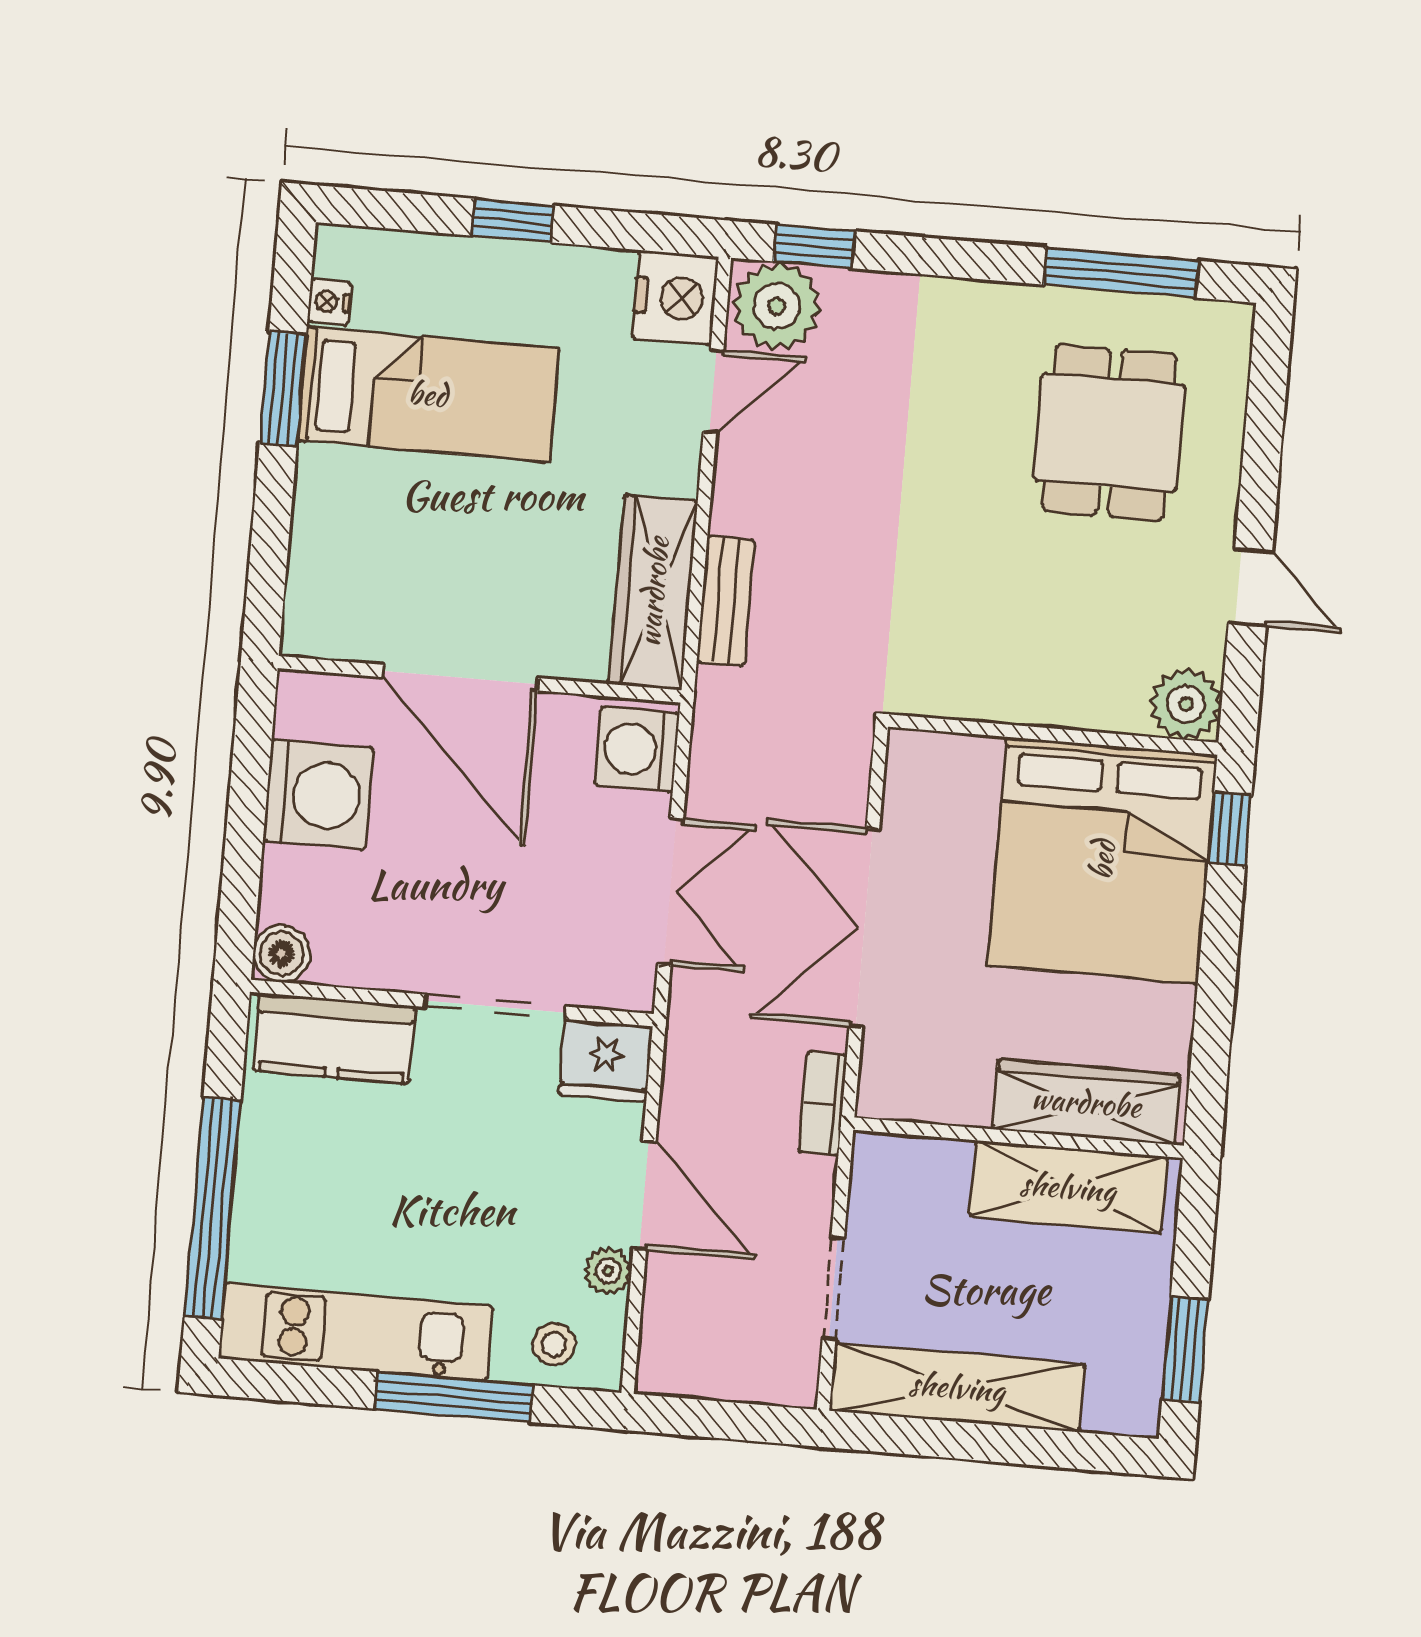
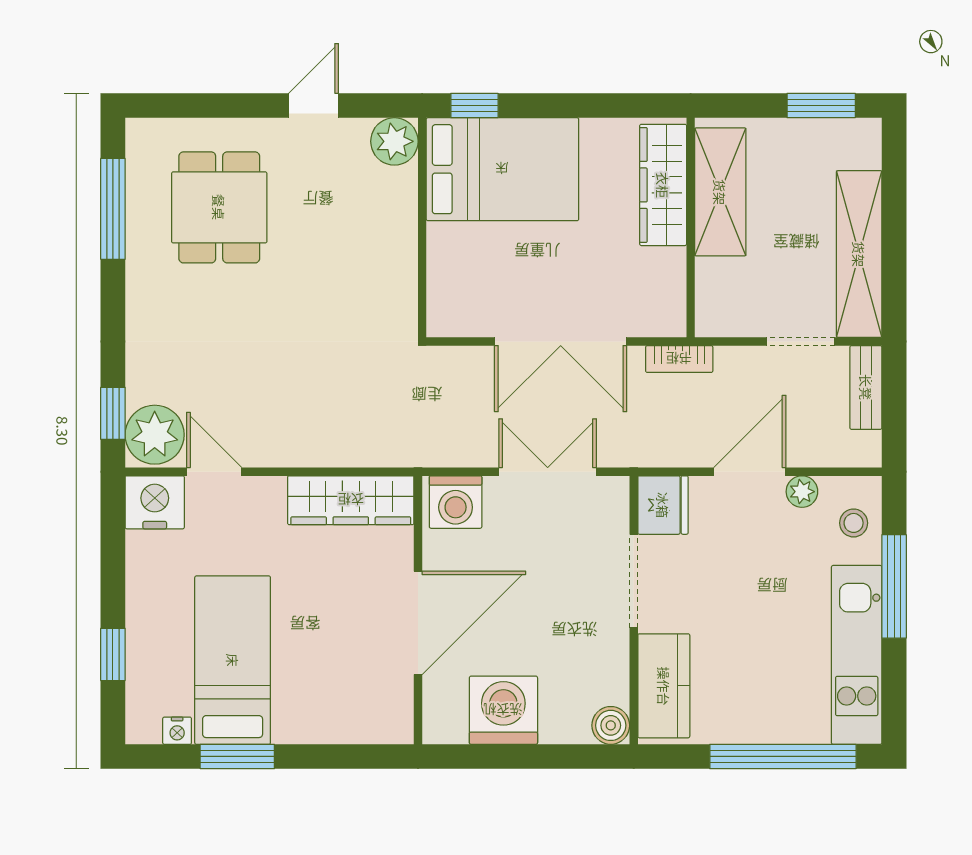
window: (513, 221) -> (113, 654), moved
dining table: (1110, 433) -> (219, 207), turned 90
bench: (726, 601) -> (866, 387), moved, turned 90
bed: (1102, 860) -> (502, 169), width x0.73

